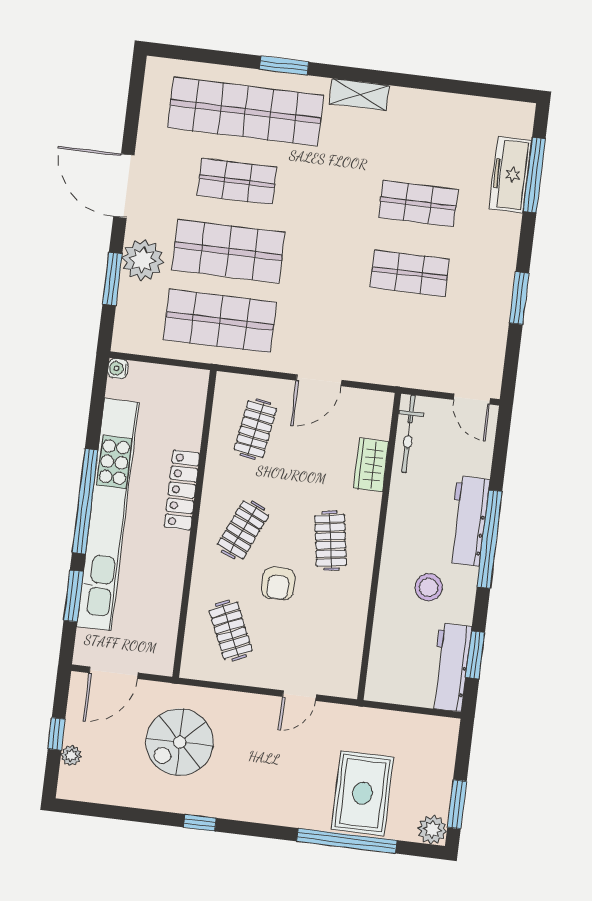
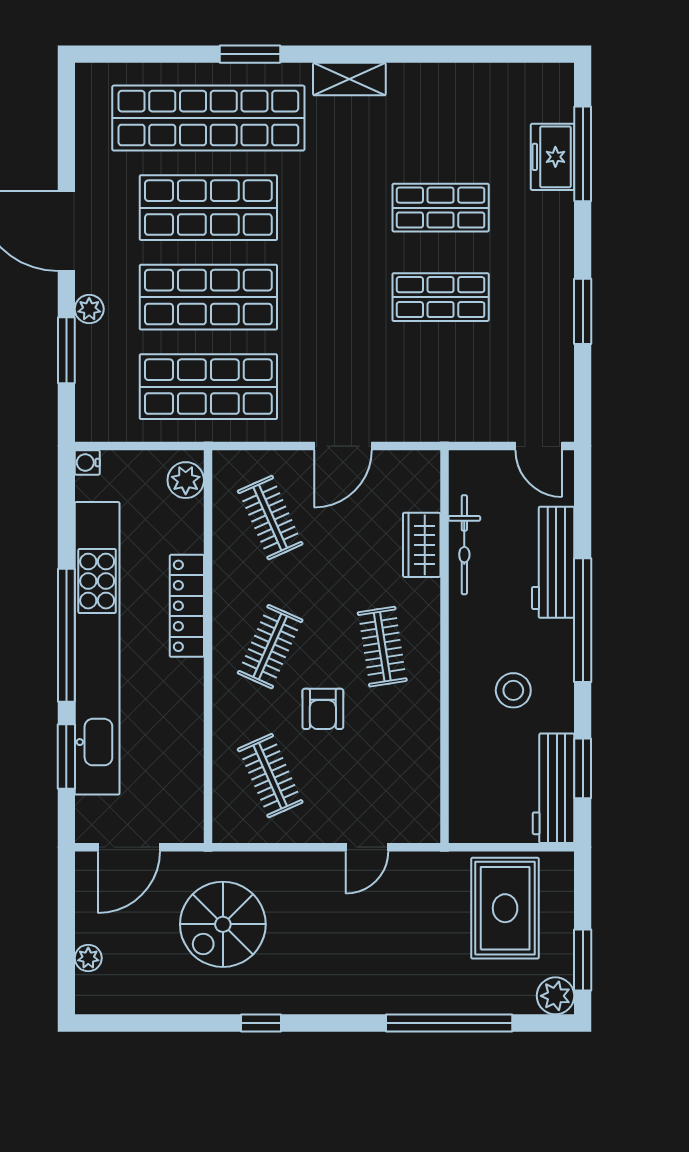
freezer: (510, 175) -> (552, 157), width x0.71
shop shelf: (237, 181) -> (208, 208), width x1.43, depth x1.36
plant: (143, 260) -> (89, 309), width x0.53, depth x0.53
plant: (193, 392) -> (186, 480), added
clothes rail: (255, 429) -> (270, 518), turned -33
bicycle: (409, 434) -> (464, 545), moved
workbench: (468, 521) -> (553, 562), moved
window: (57, 734) -> (66, 933), removed
rug: (363, 793) -> (505, 908), moved

